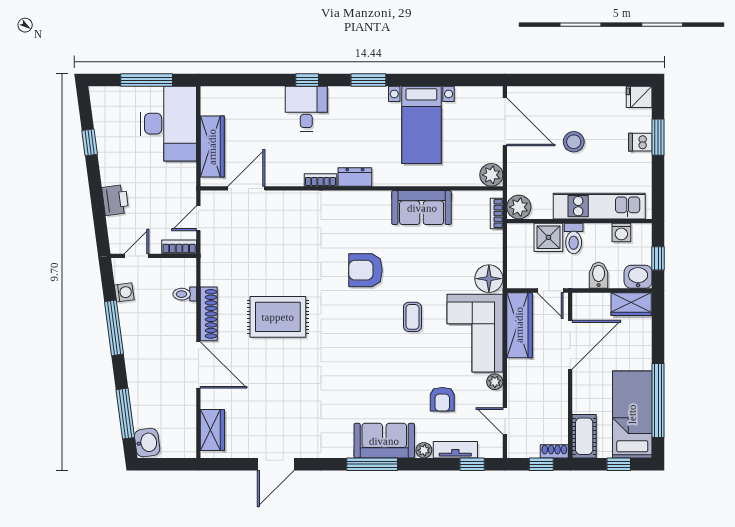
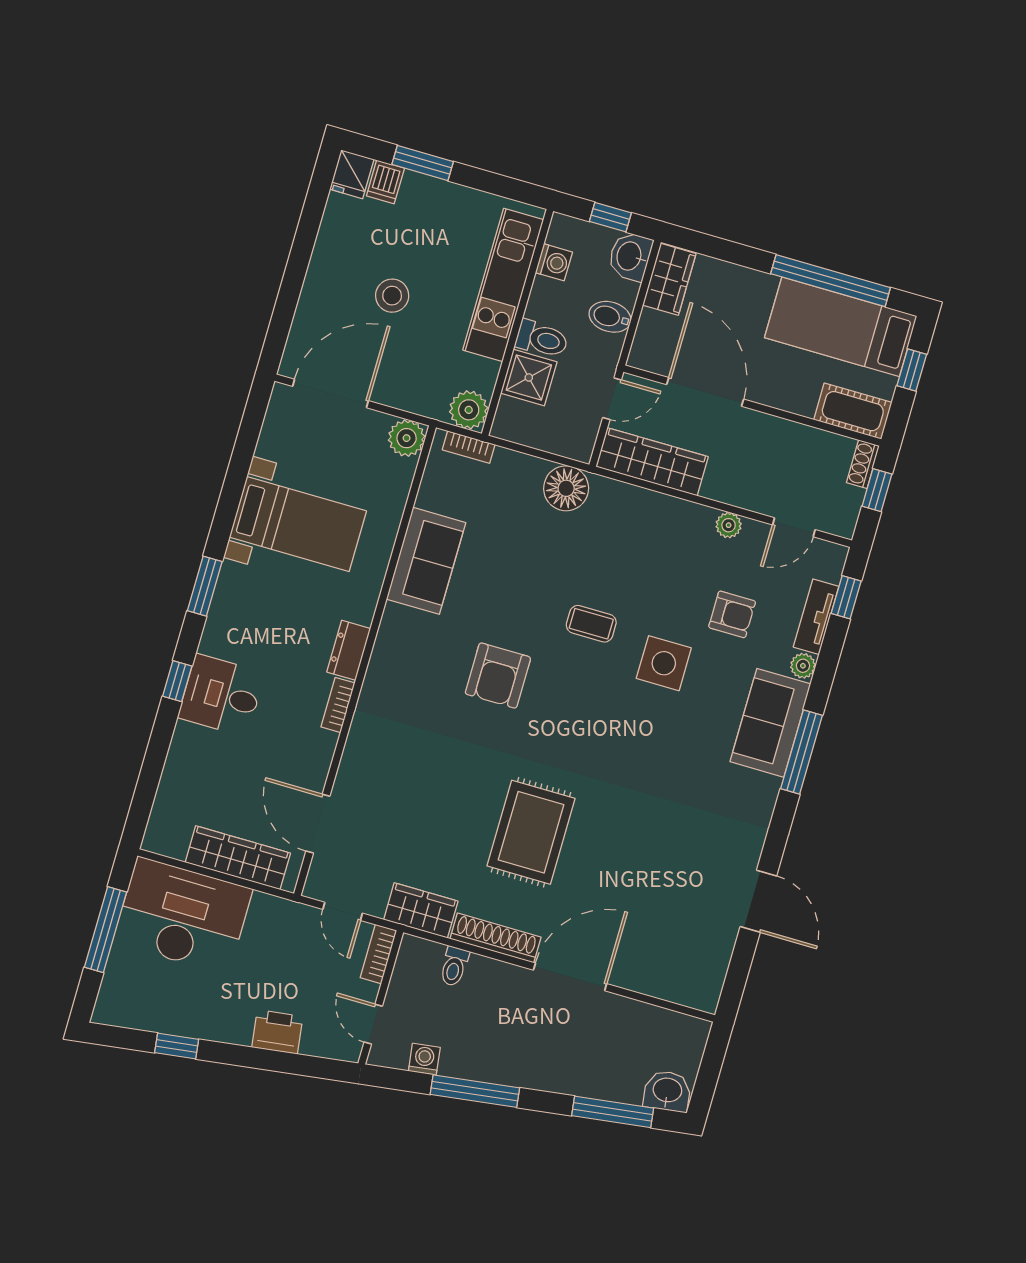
dishwasher: (640, 142) -> (385, 182), moved
corner sofa: (475, 333) -> (644, 534), removed
side table: (401, 367) -> (664, 663), added
wardrobe: (212, 430) -> (421, 910), moved

